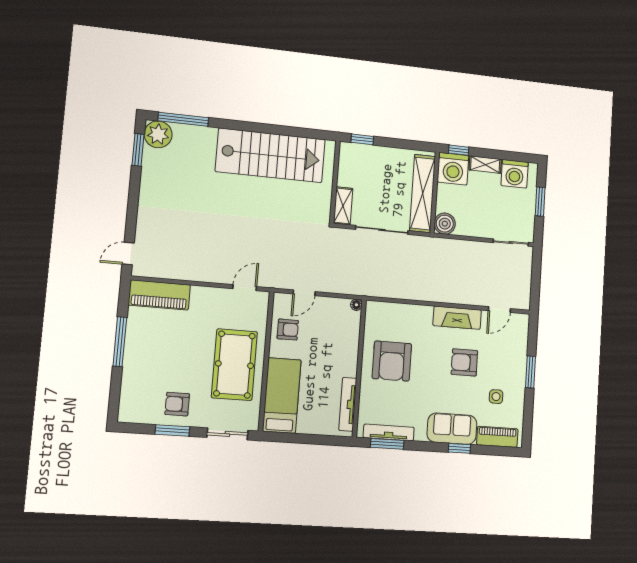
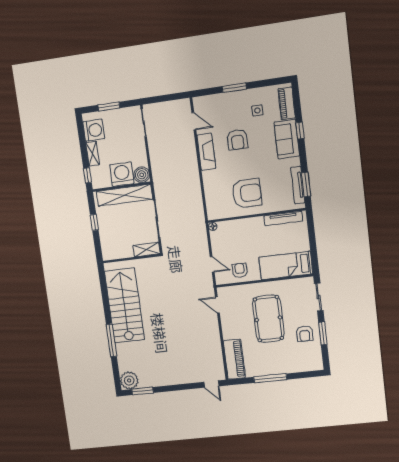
window: (183, 119) -> (111, 340), moved
window: (362, 139) -> (94, 222), moved
washing machine: (453, 169) -> (122, 174), moved, turned -90
pool table: (234, 365) -> (268, 319), moved, turned 90

